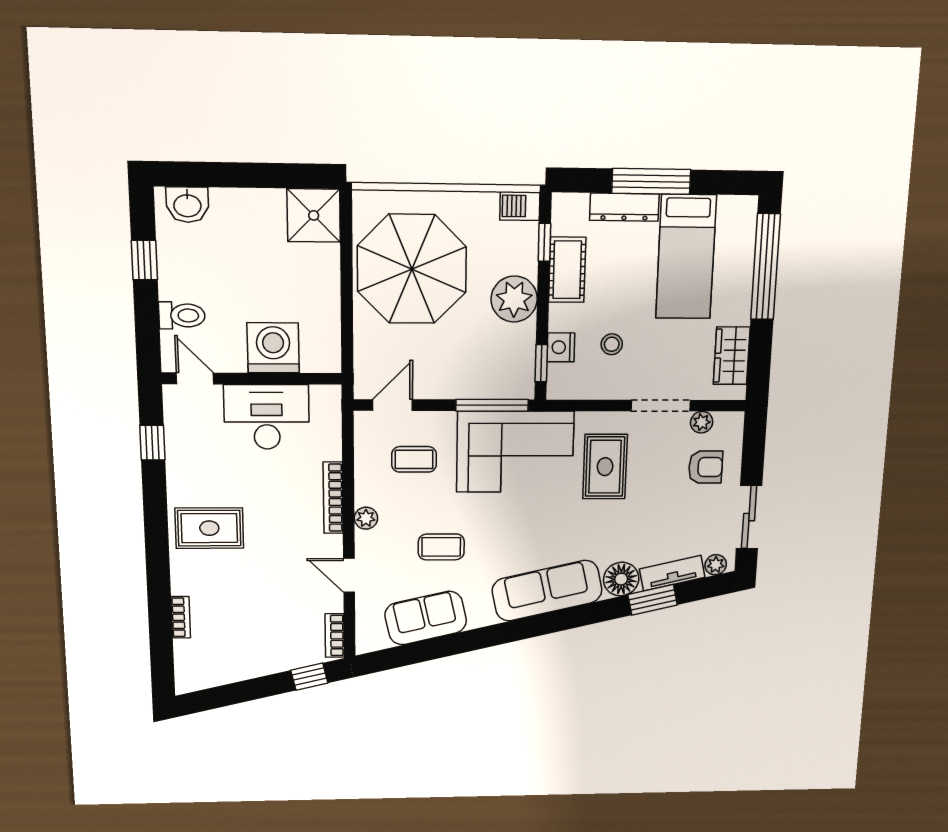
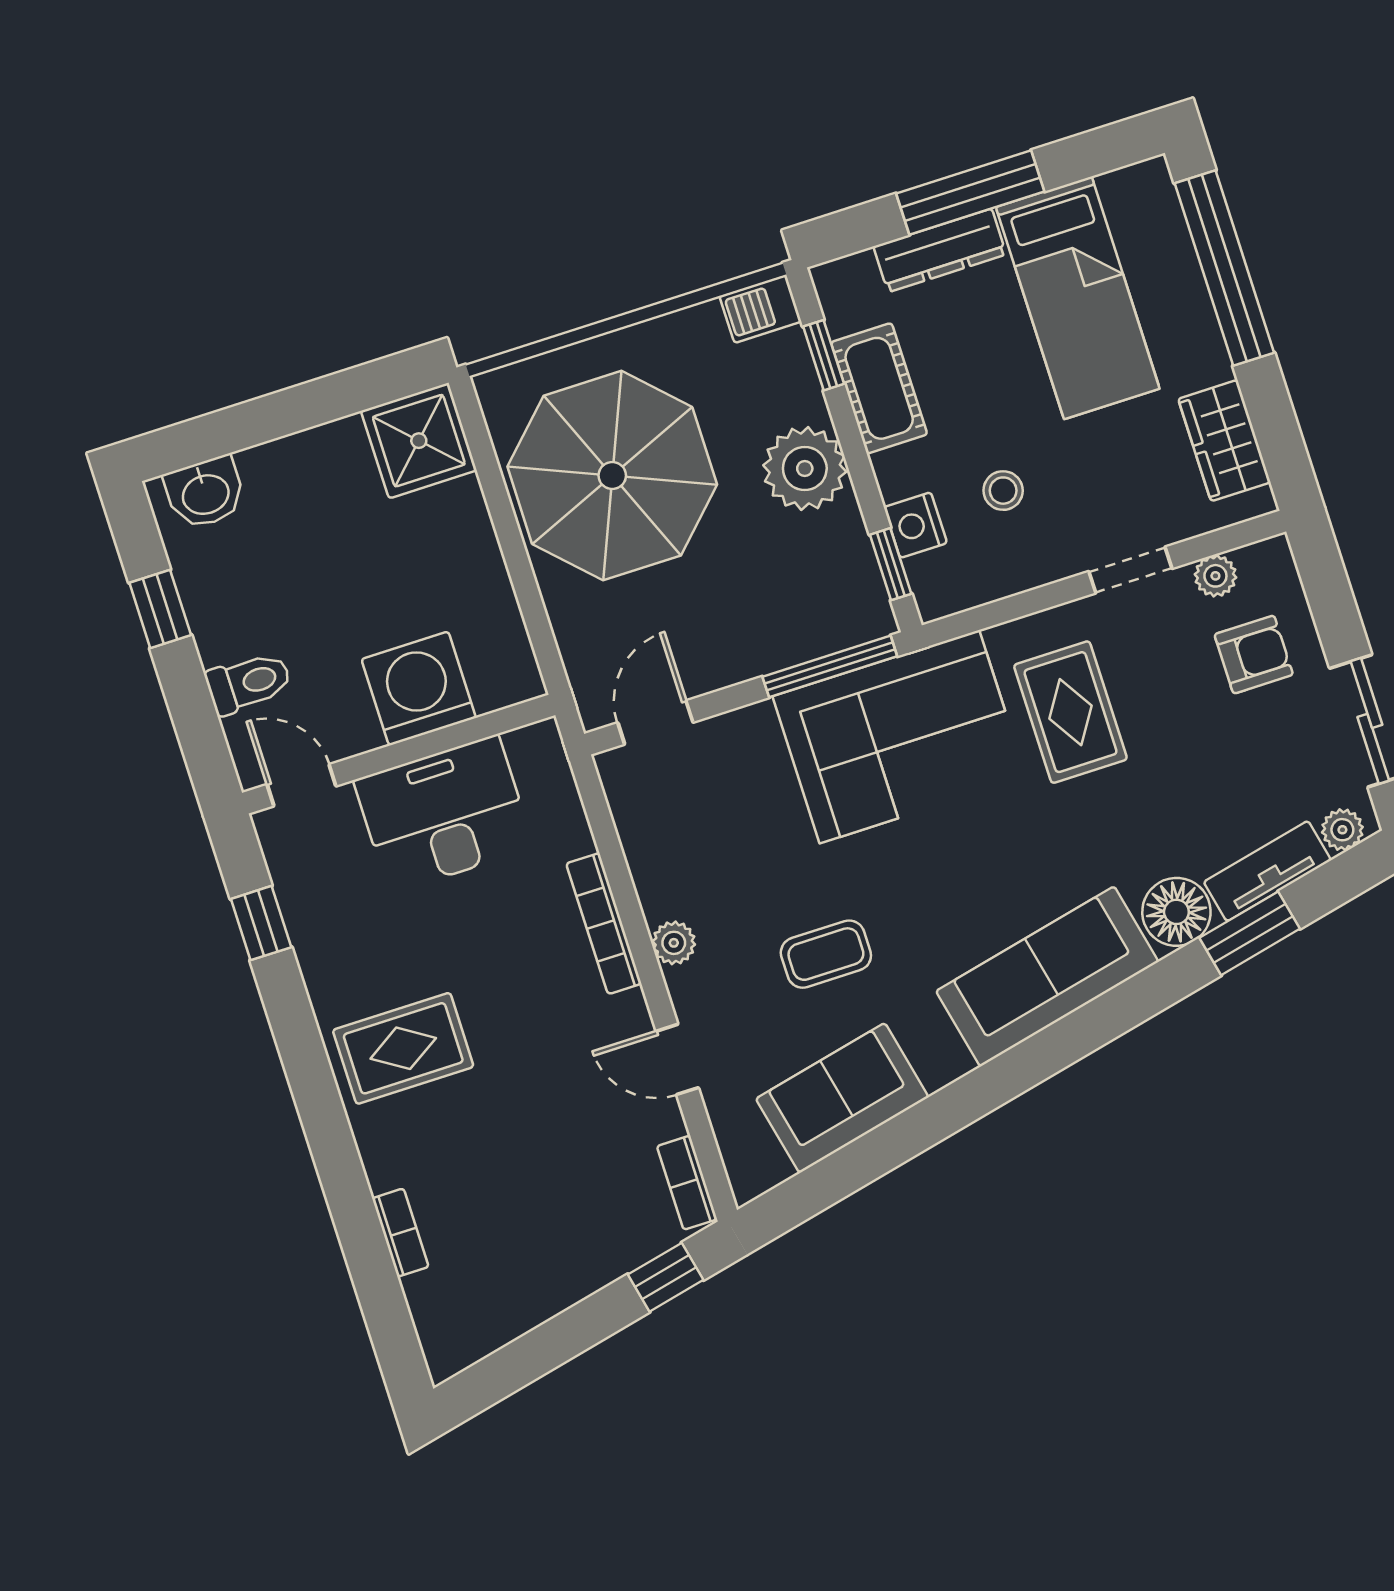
doorway: (661, 406) -> (1130, 570), width x0.73
coffee table: (414, 459) -> (725, 808), removed

